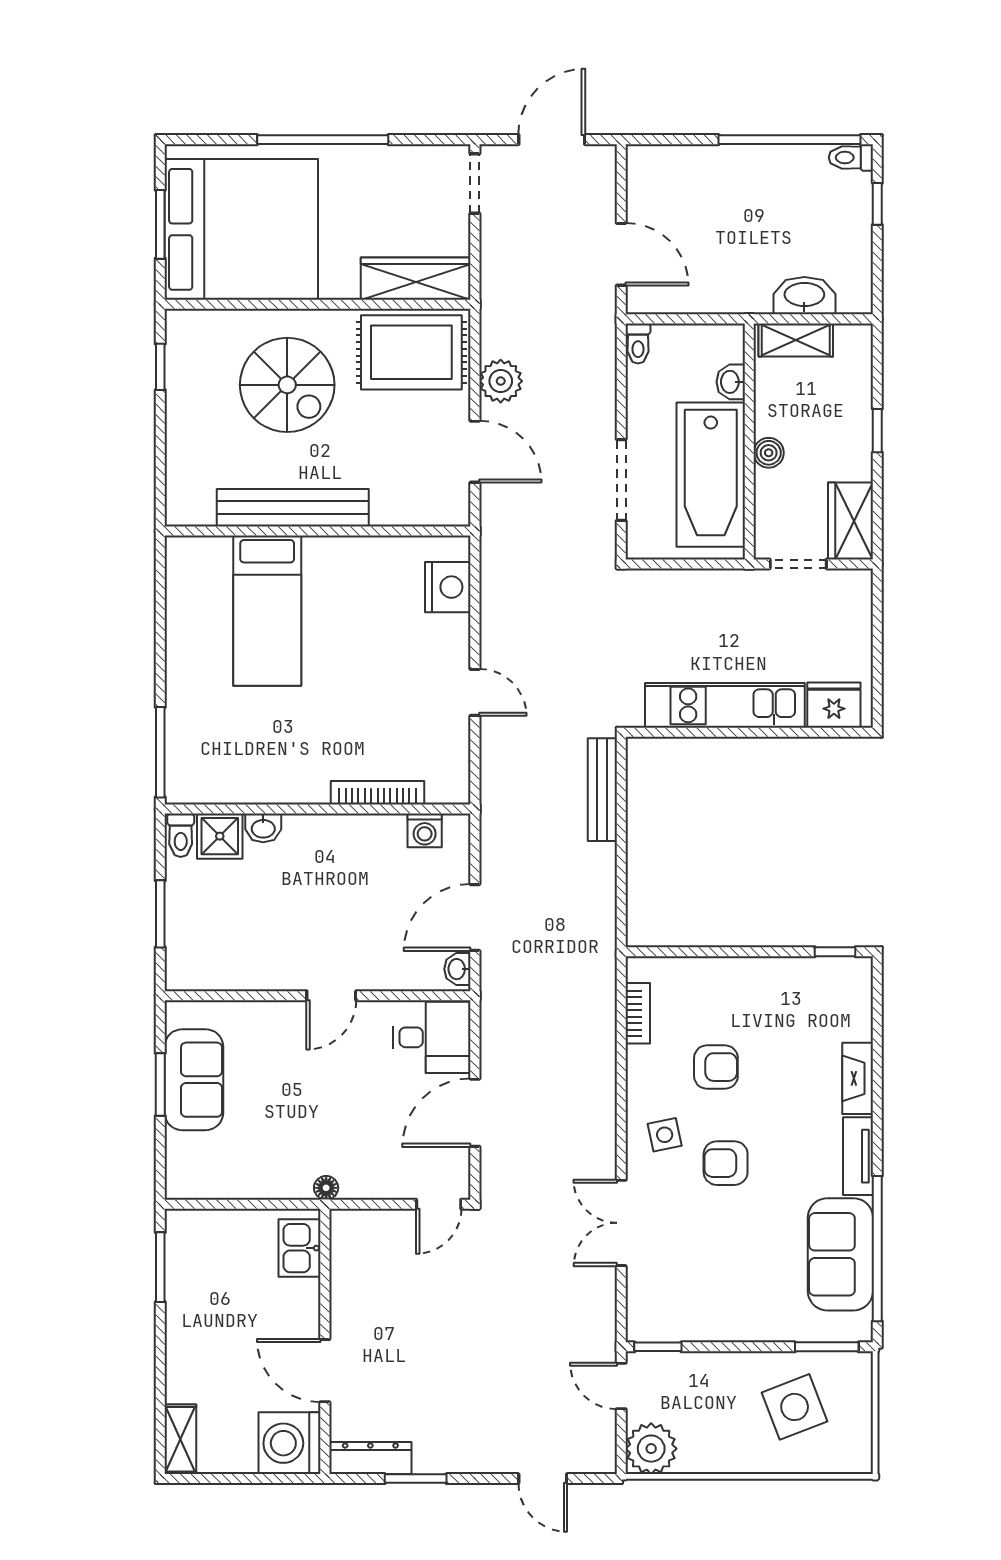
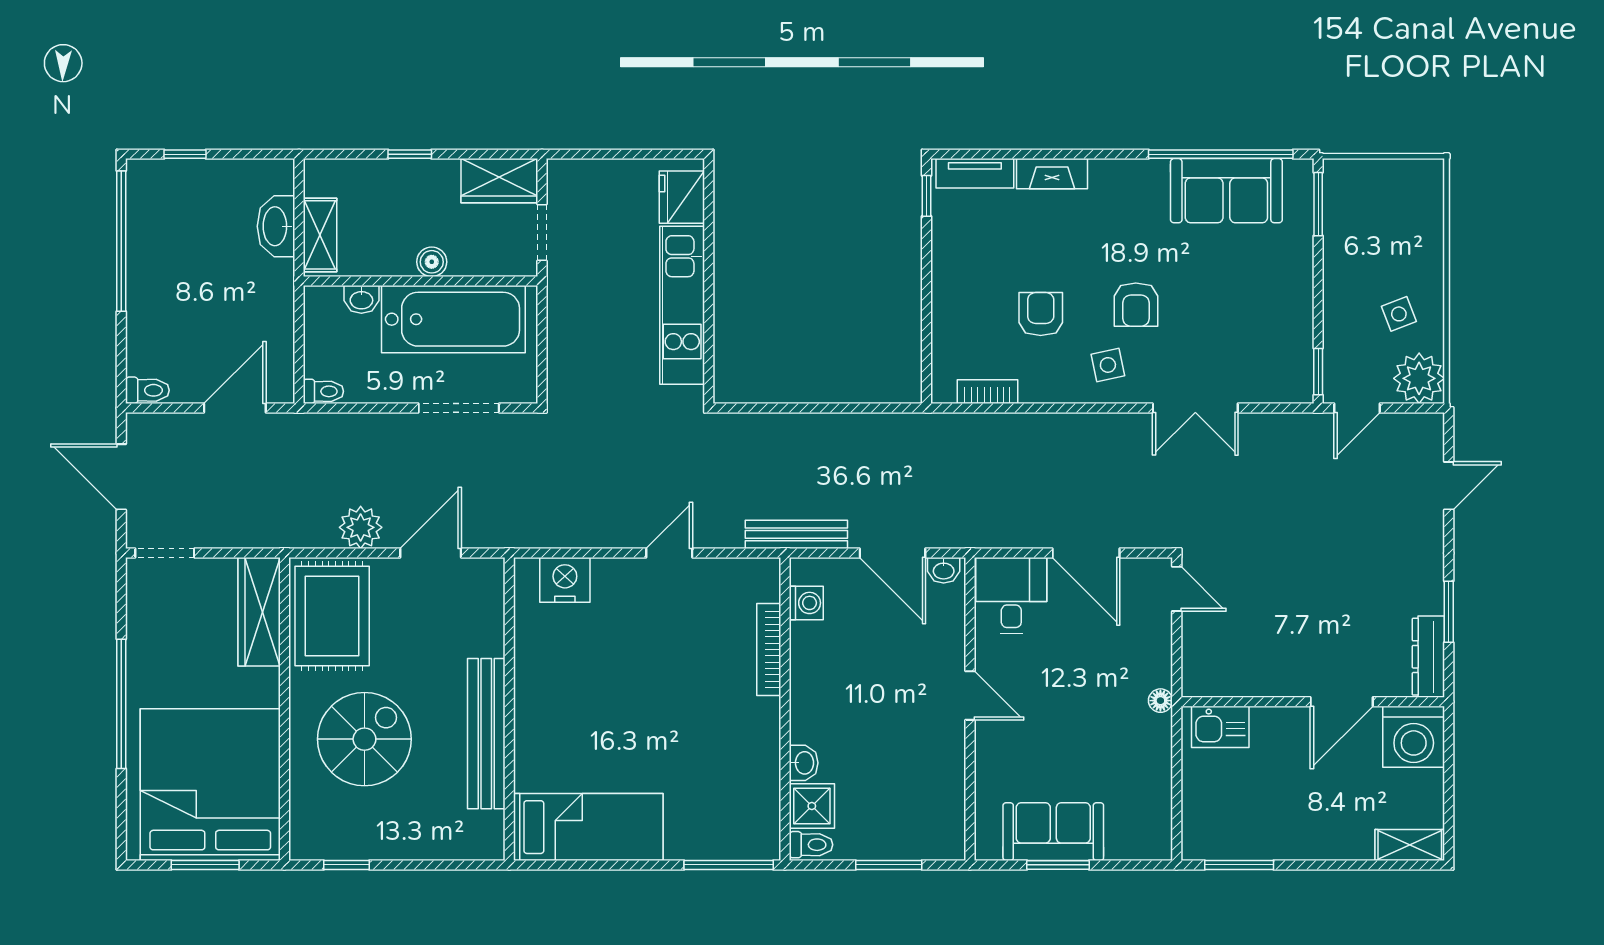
toilet: (851, 157) -> (147, 390), moved, turned -90
bed: (267, 611) -> (588, 827), moved
bench: (602, 790) -> (796, 534), moved
tv unit: (858, 1156) -> (975, 173), moved
side table: (795, 1407) -> (1399, 314), moved, width x0.54, depth x0.54

